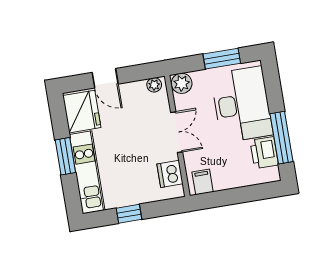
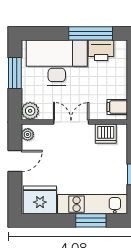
door: (105, 78) -> (15, 161), moved
window: (65, 156) -> (91, 220), moved

